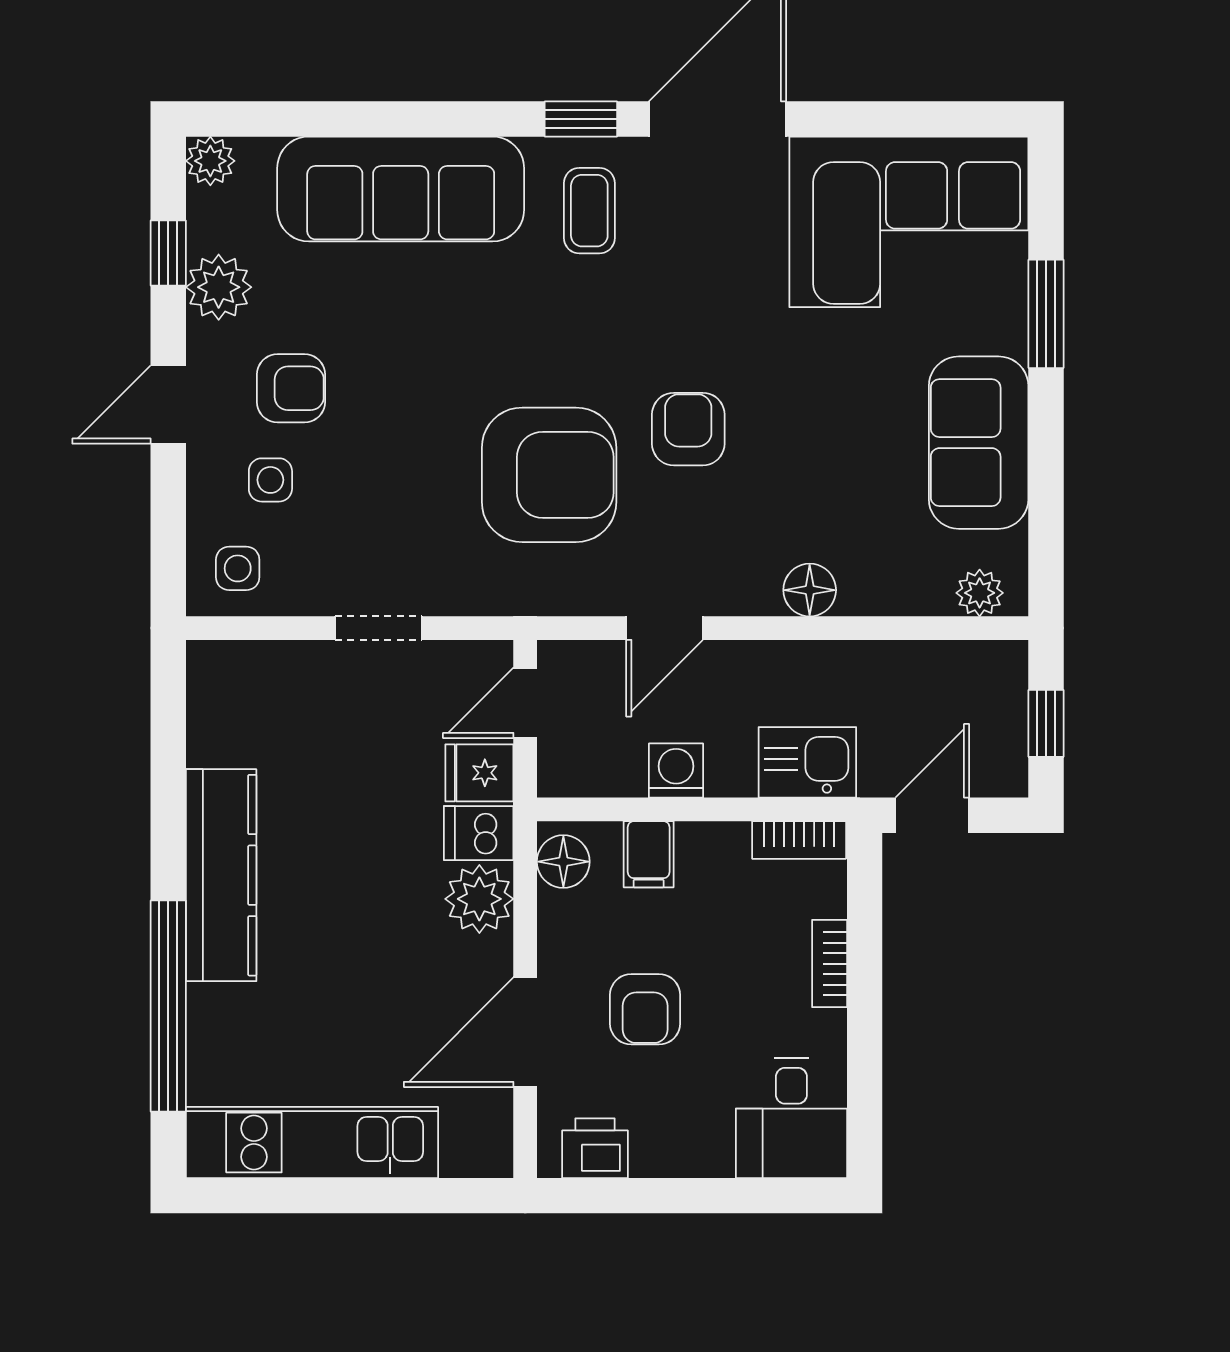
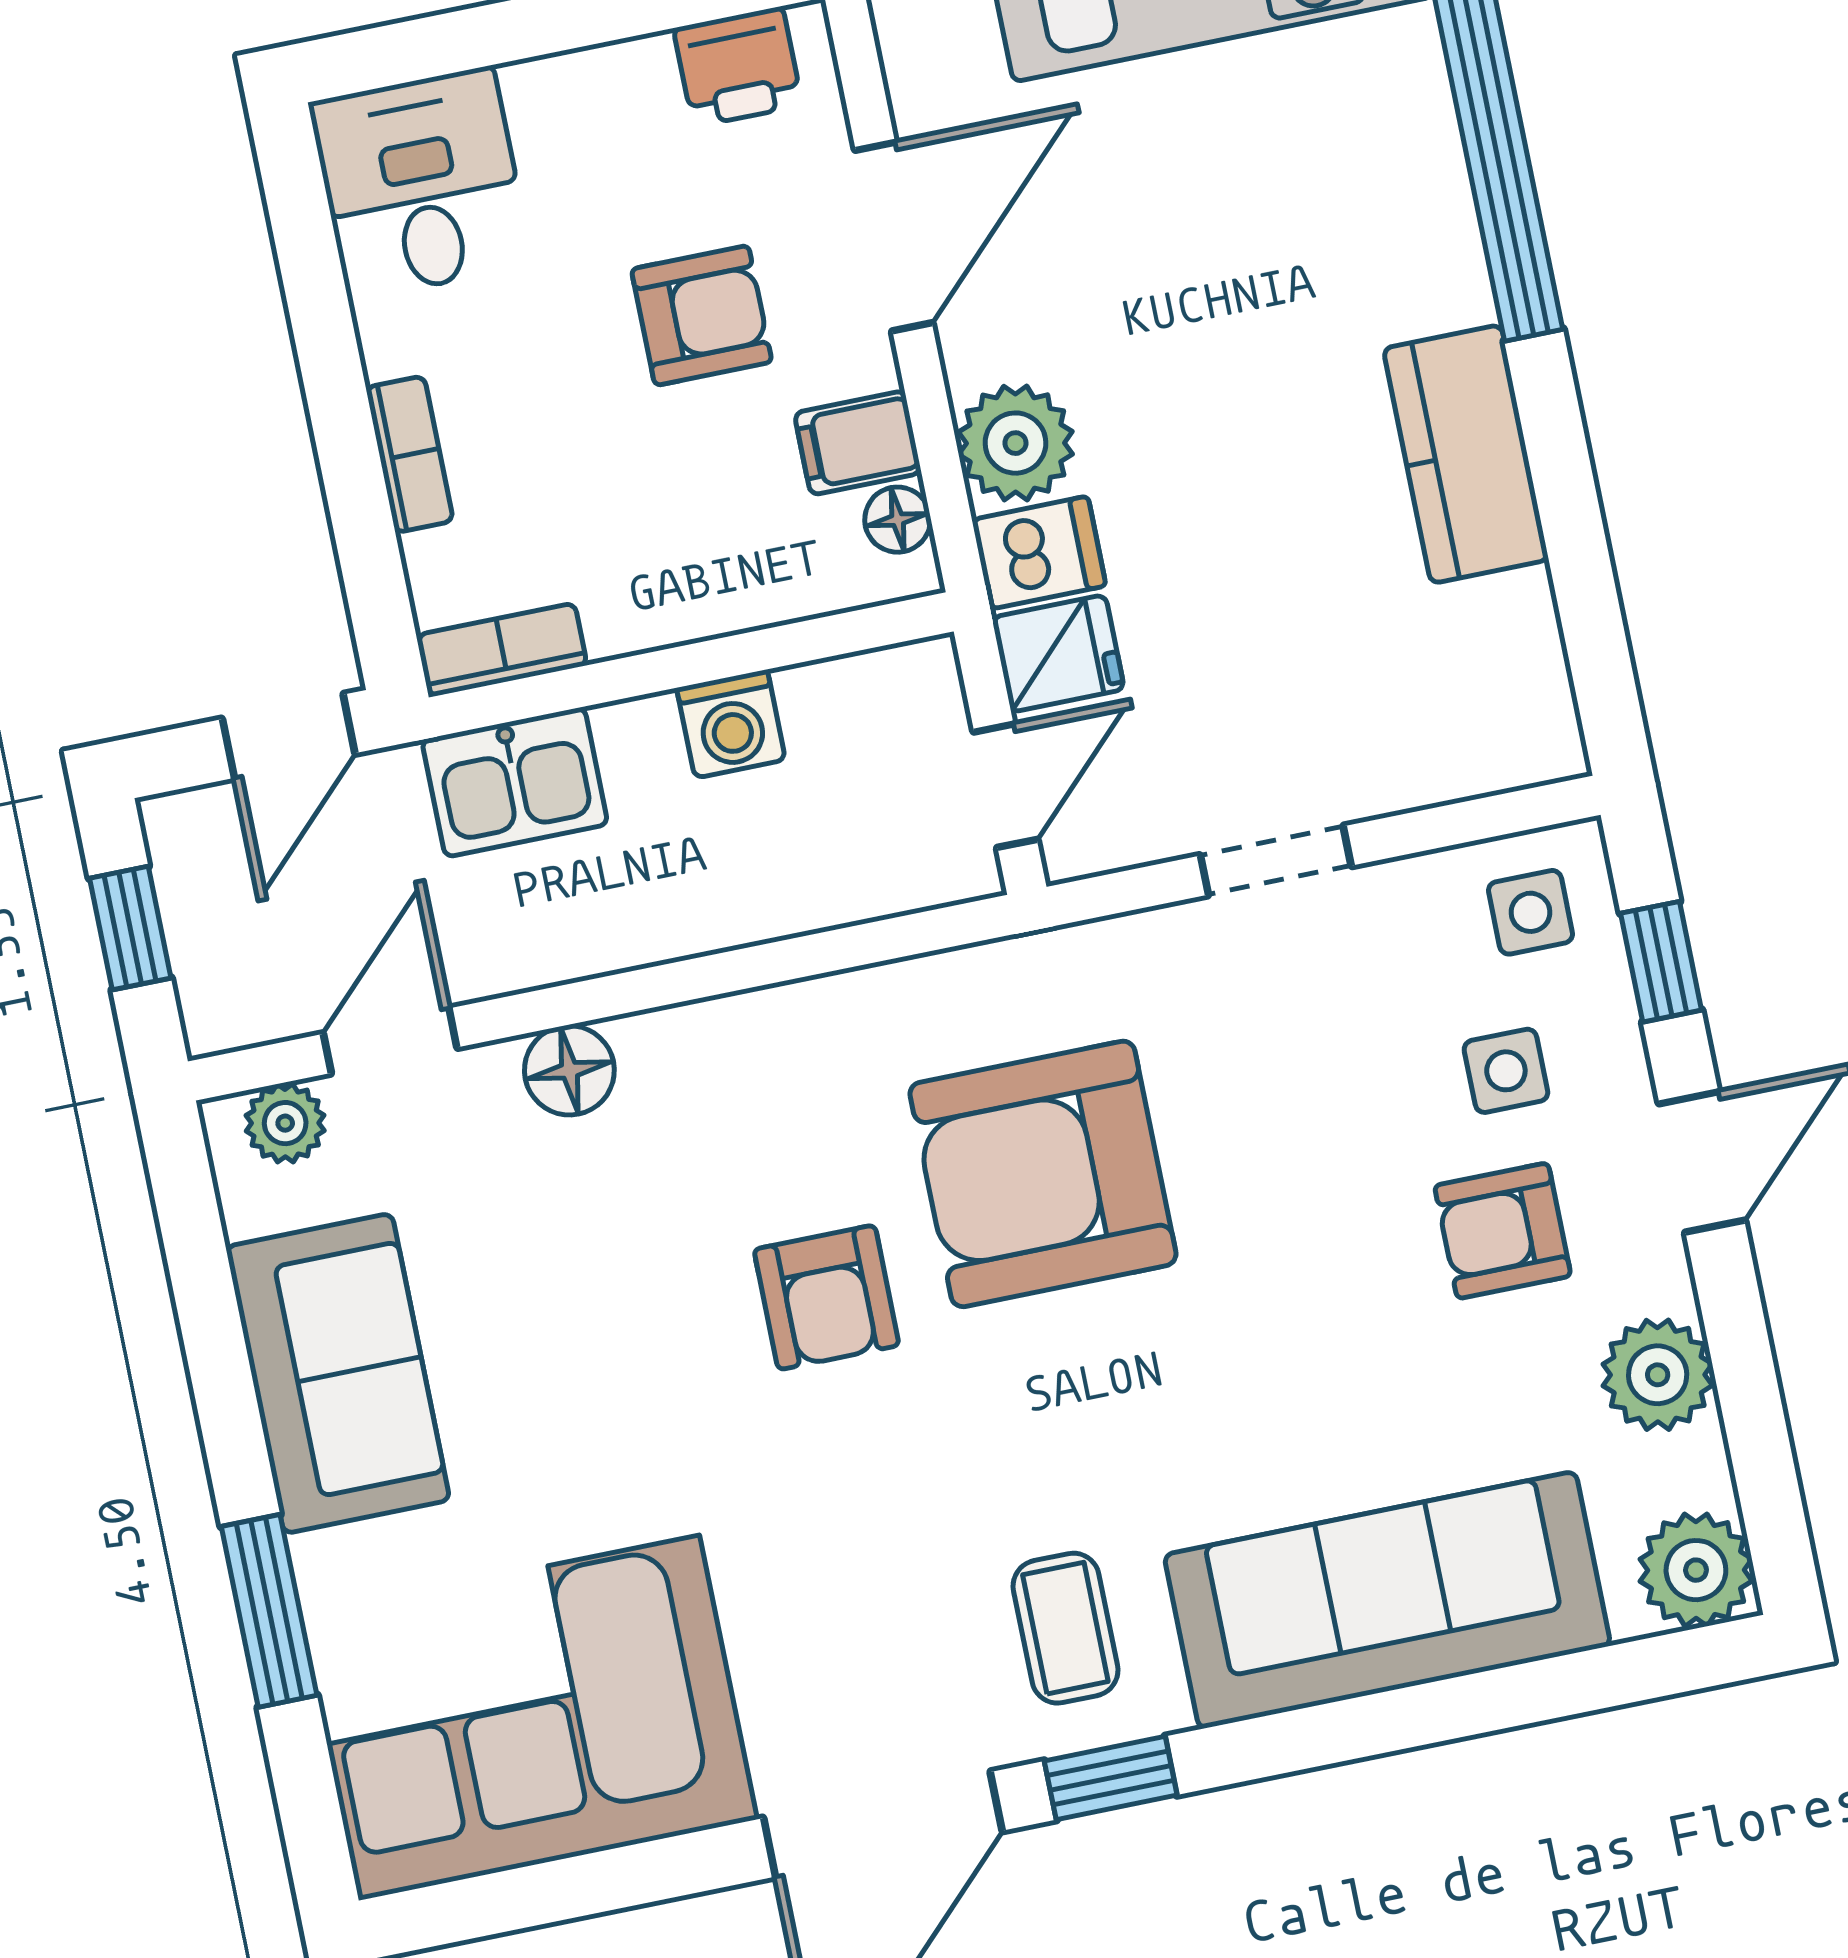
plant: (210, 161) -> (1696, 1570), width x1.38, depth x1.38
window: (168, 253) -> (1661, 962), moved
door: (665, 628) -> (390, 1041), moved
filing cabinet: (649, 854) -> (858, 443), moved, turned -90
floor lamp: (563, 862) -> (898, 520), width x0.73, depth x0.73
kitchen counter: (221, 875) -> (1466, 454), width x0.67
armchair: (645, 1009) -> (702, 315), turned 90

